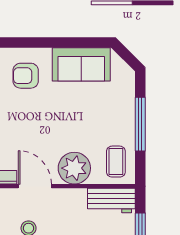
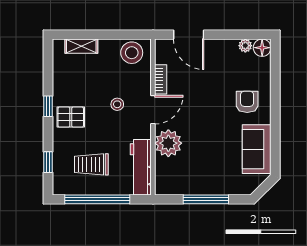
coffee table: (116, 162) -> (174, 179), removed
workbench: (111, 201) -> (141, 167), width x1.38

